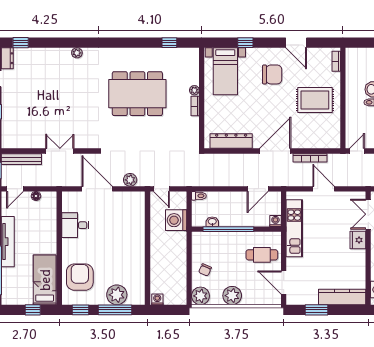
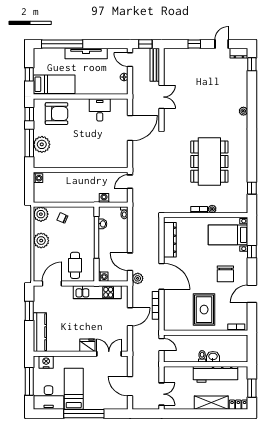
plant: (130, 180) -> (138, 278), moved
washing machine: (176, 220) -> (104, 198), width x0.53, depth x0.53

